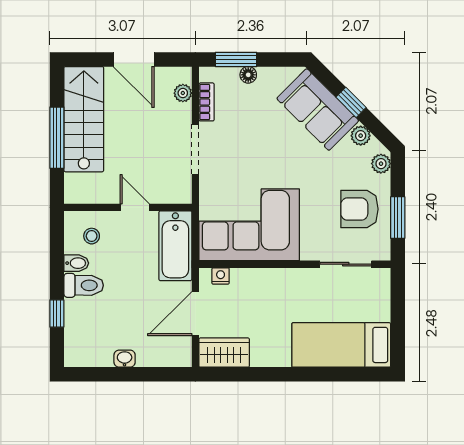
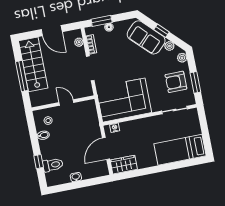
bathtub: (175, 246) -> (90, 117), removed
toilet: (84, 285) -> (53, 165), moved

